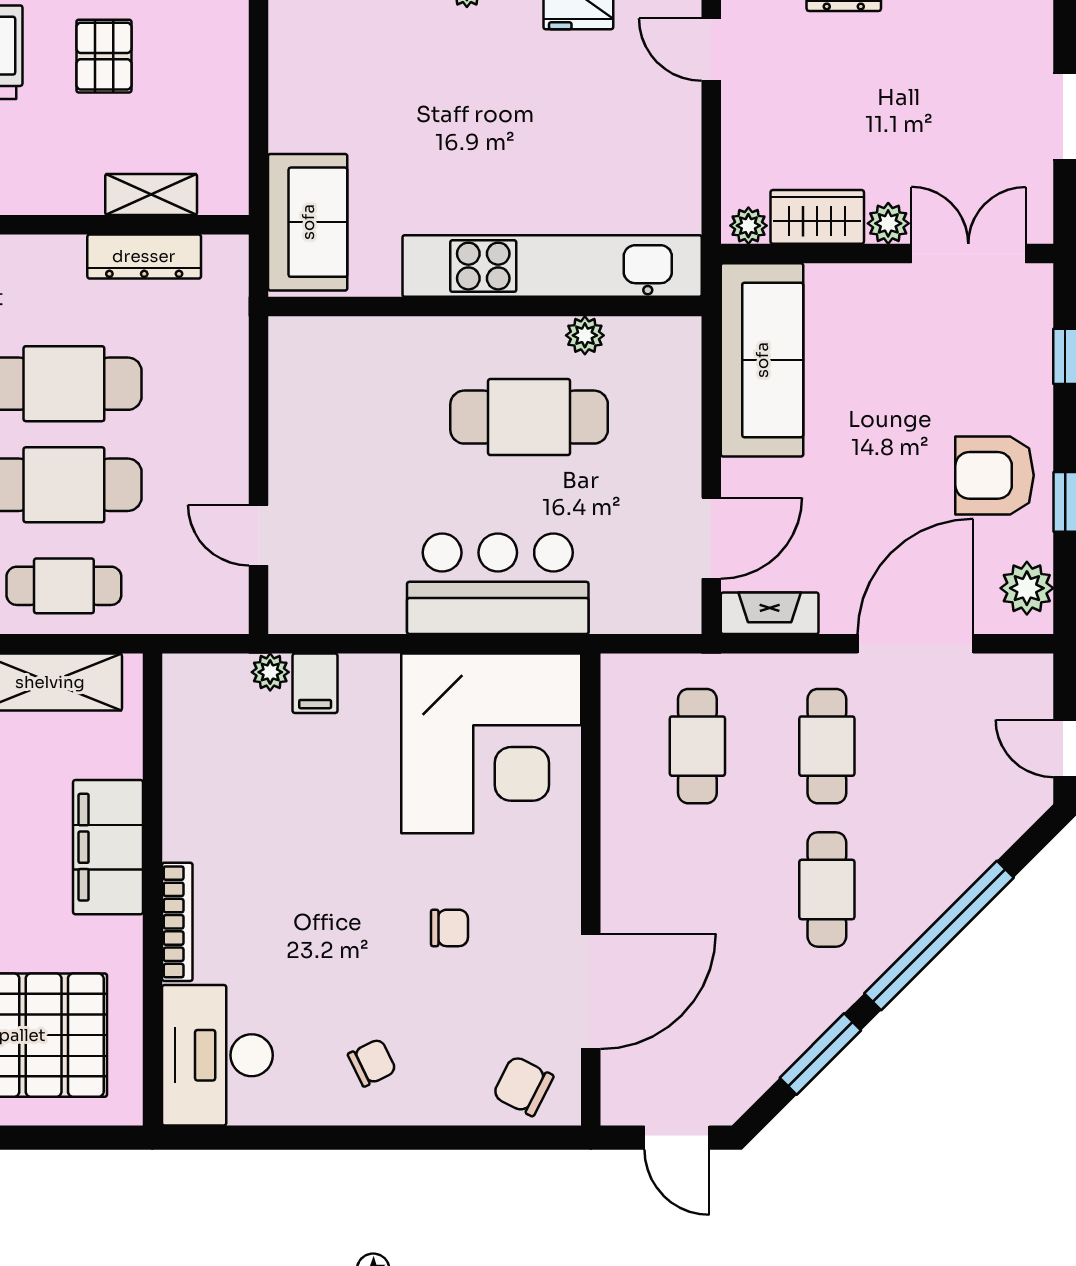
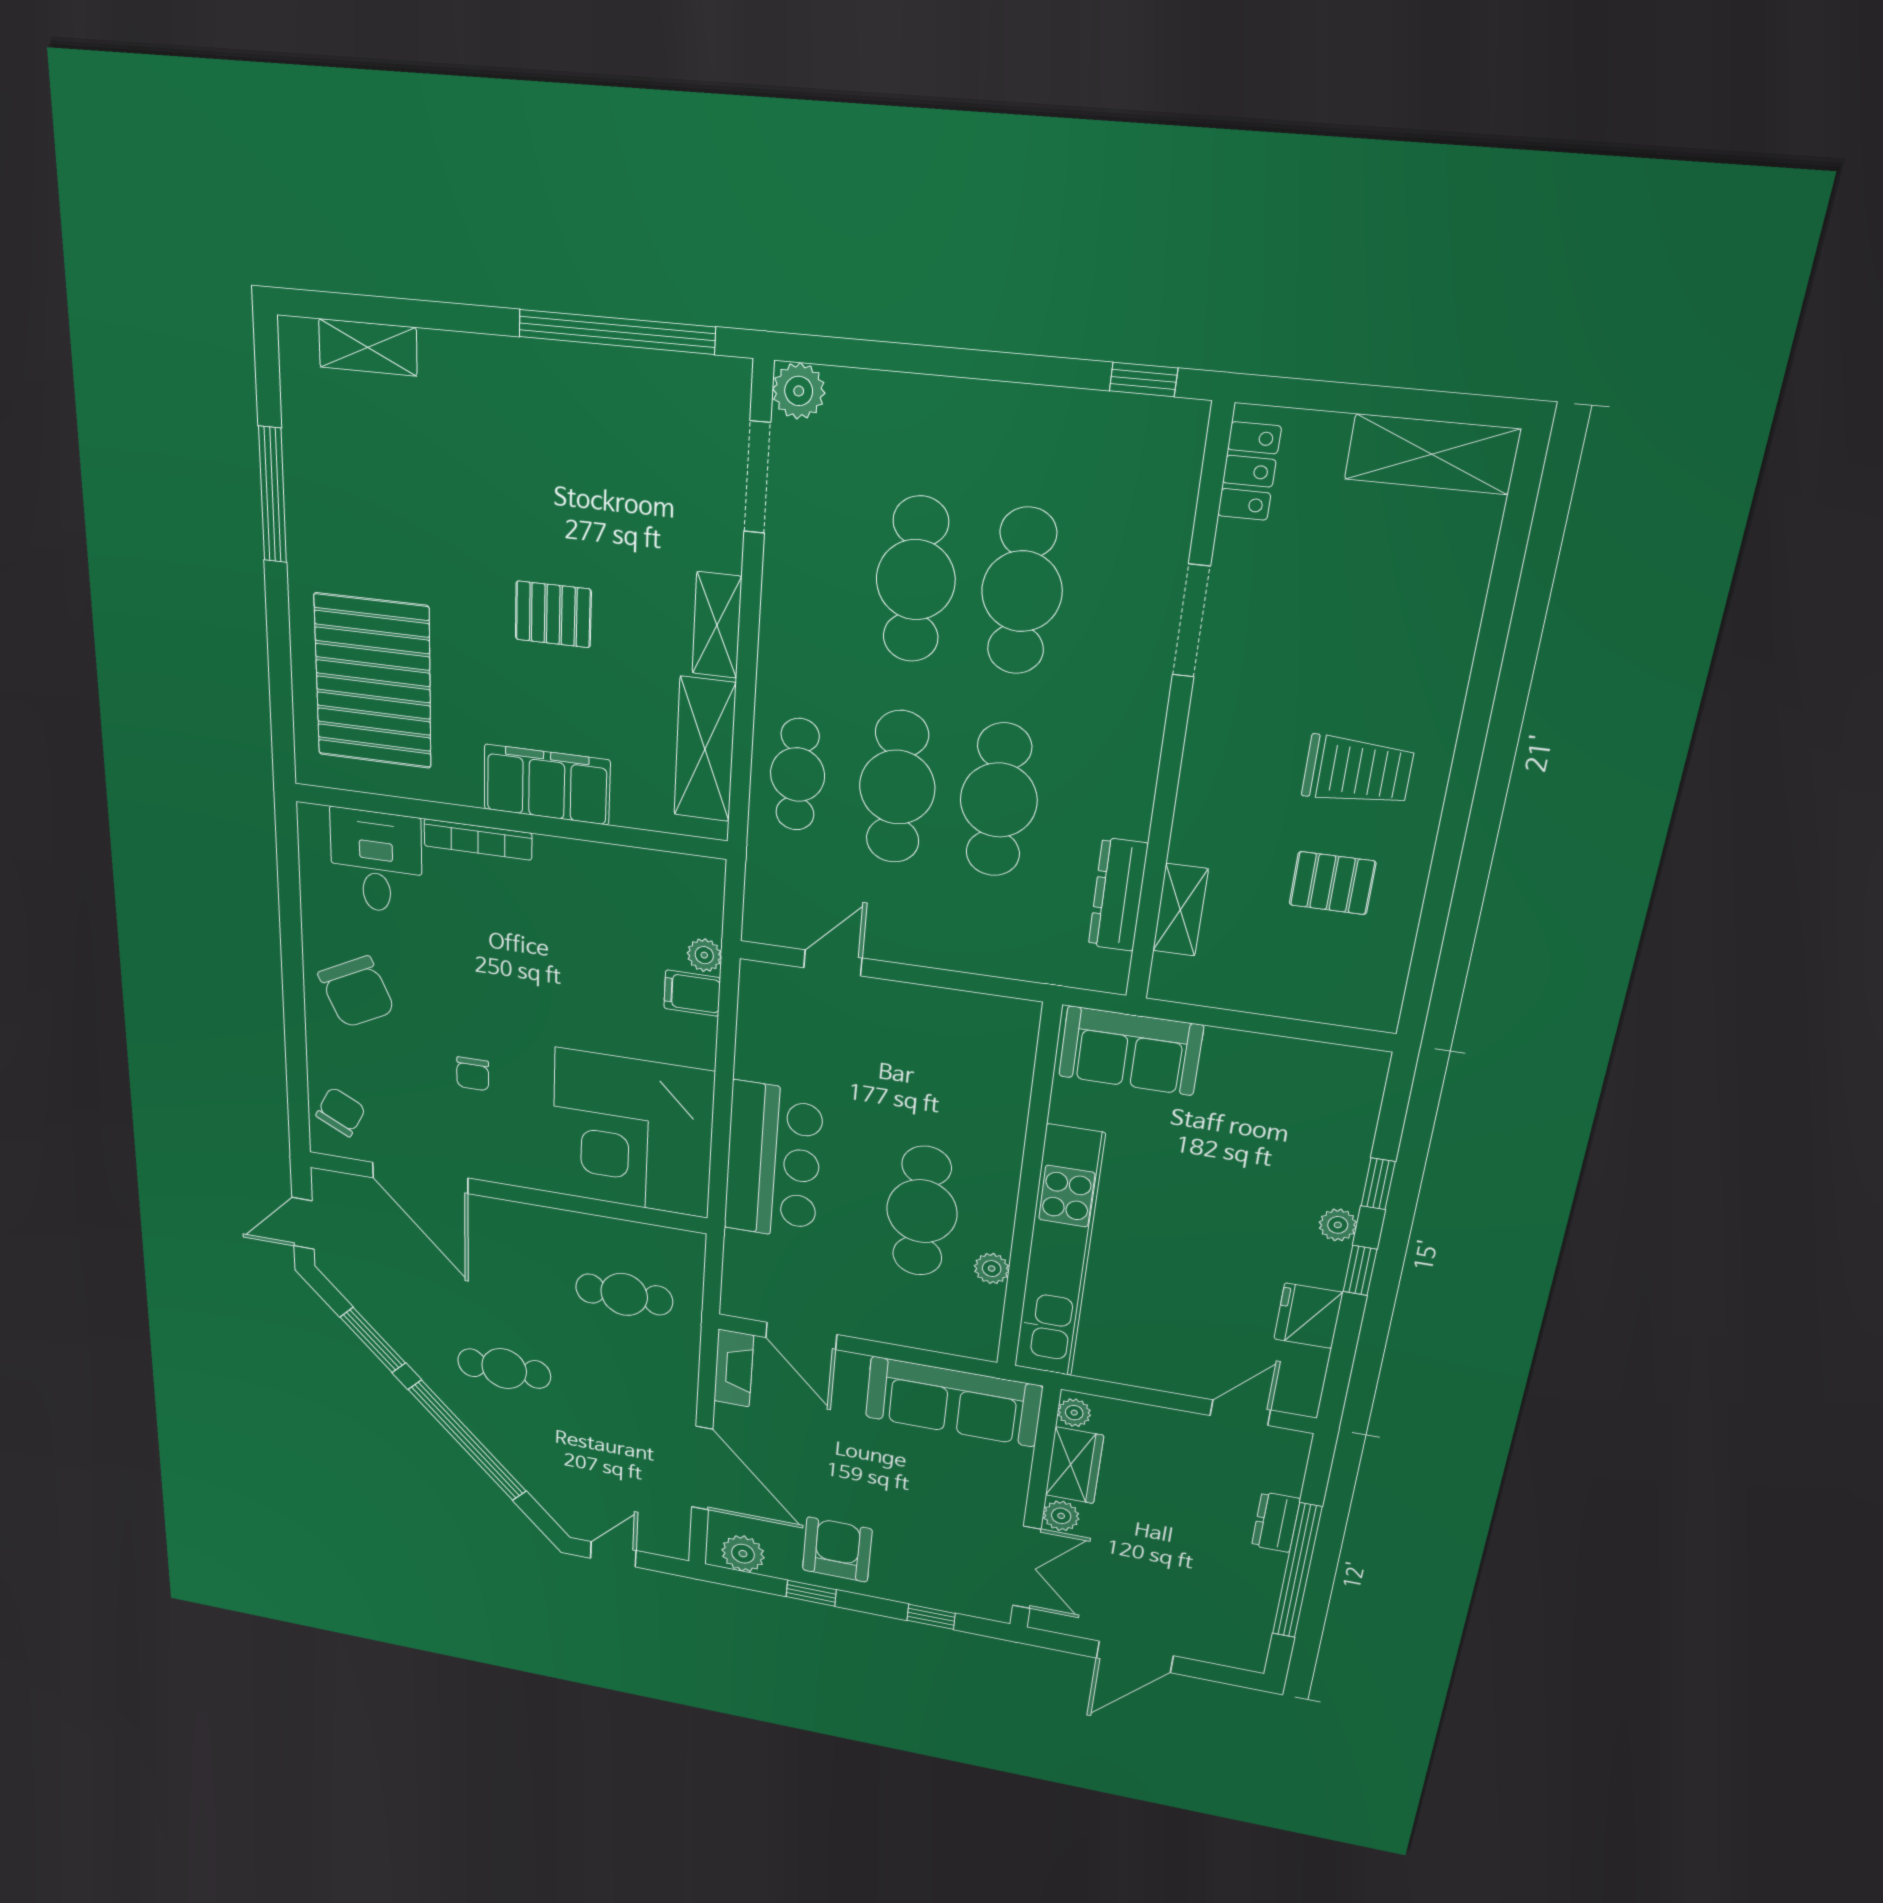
cafe table: (827, 746) -> (621, 1390), removed
desk: (217, 1055) -> (376, 861), width x0.73
chair: (372, 1063) -> (357, 992), width x1.87, depth x1.87

